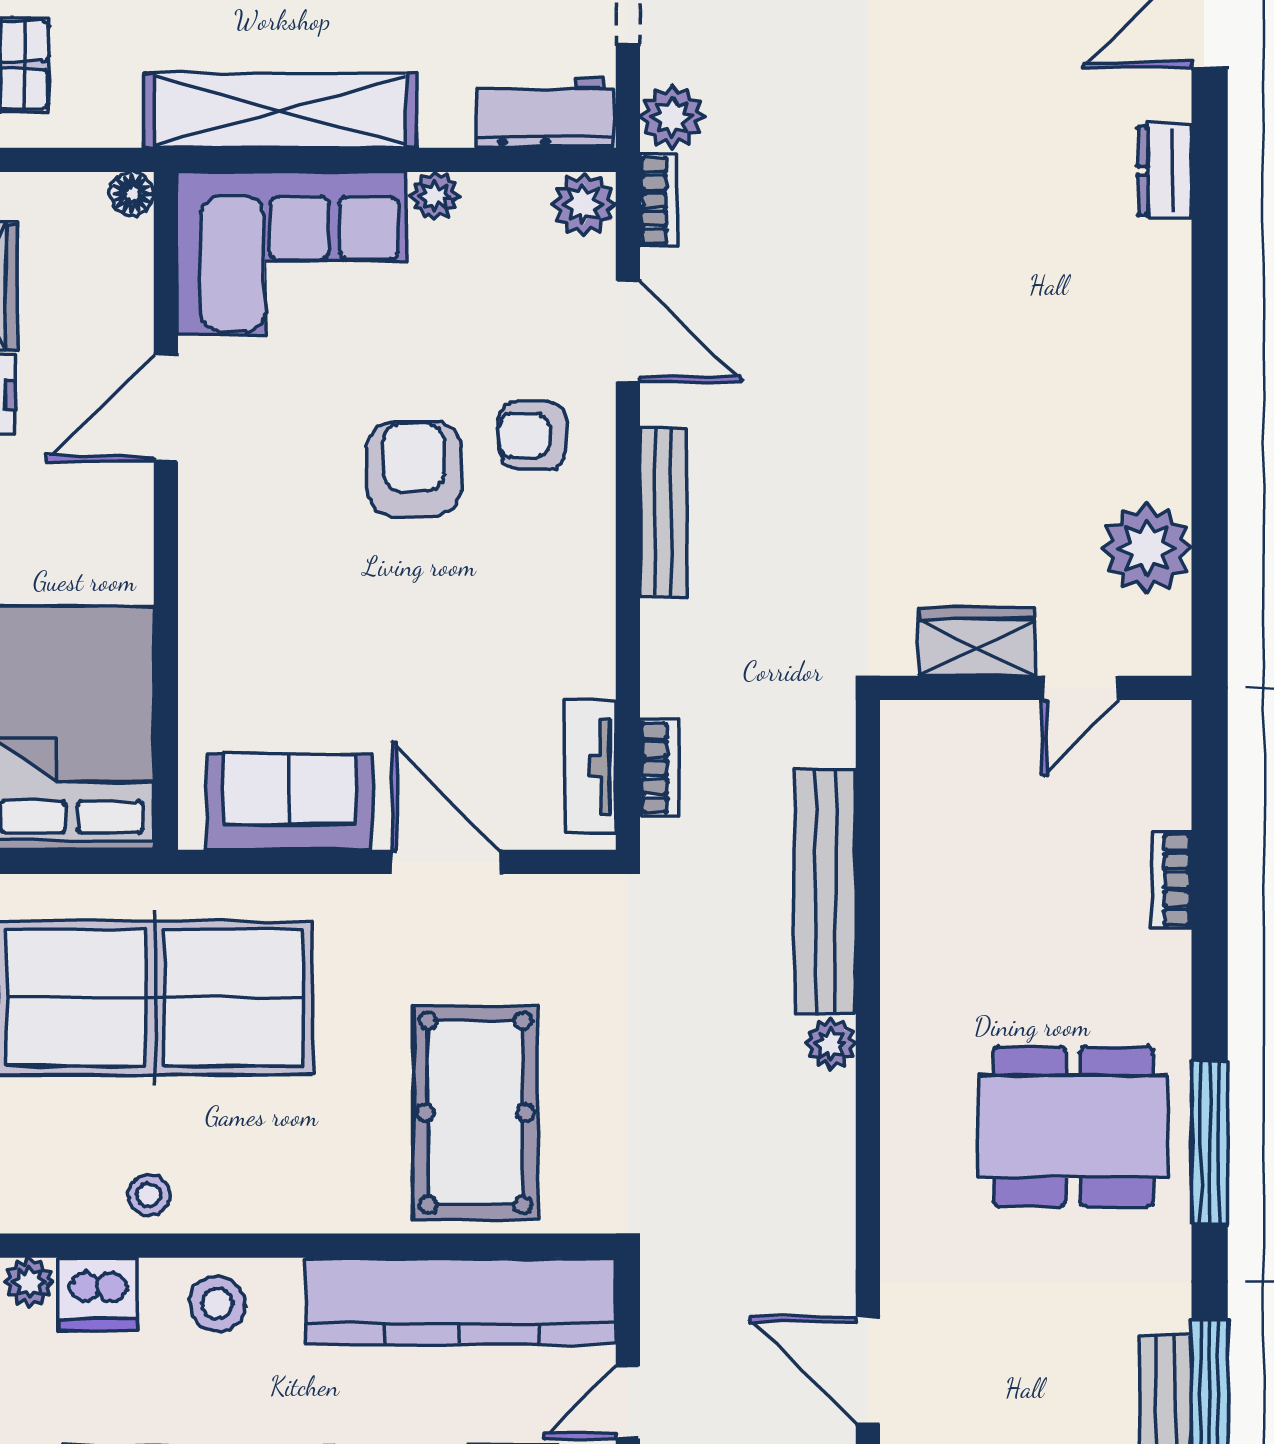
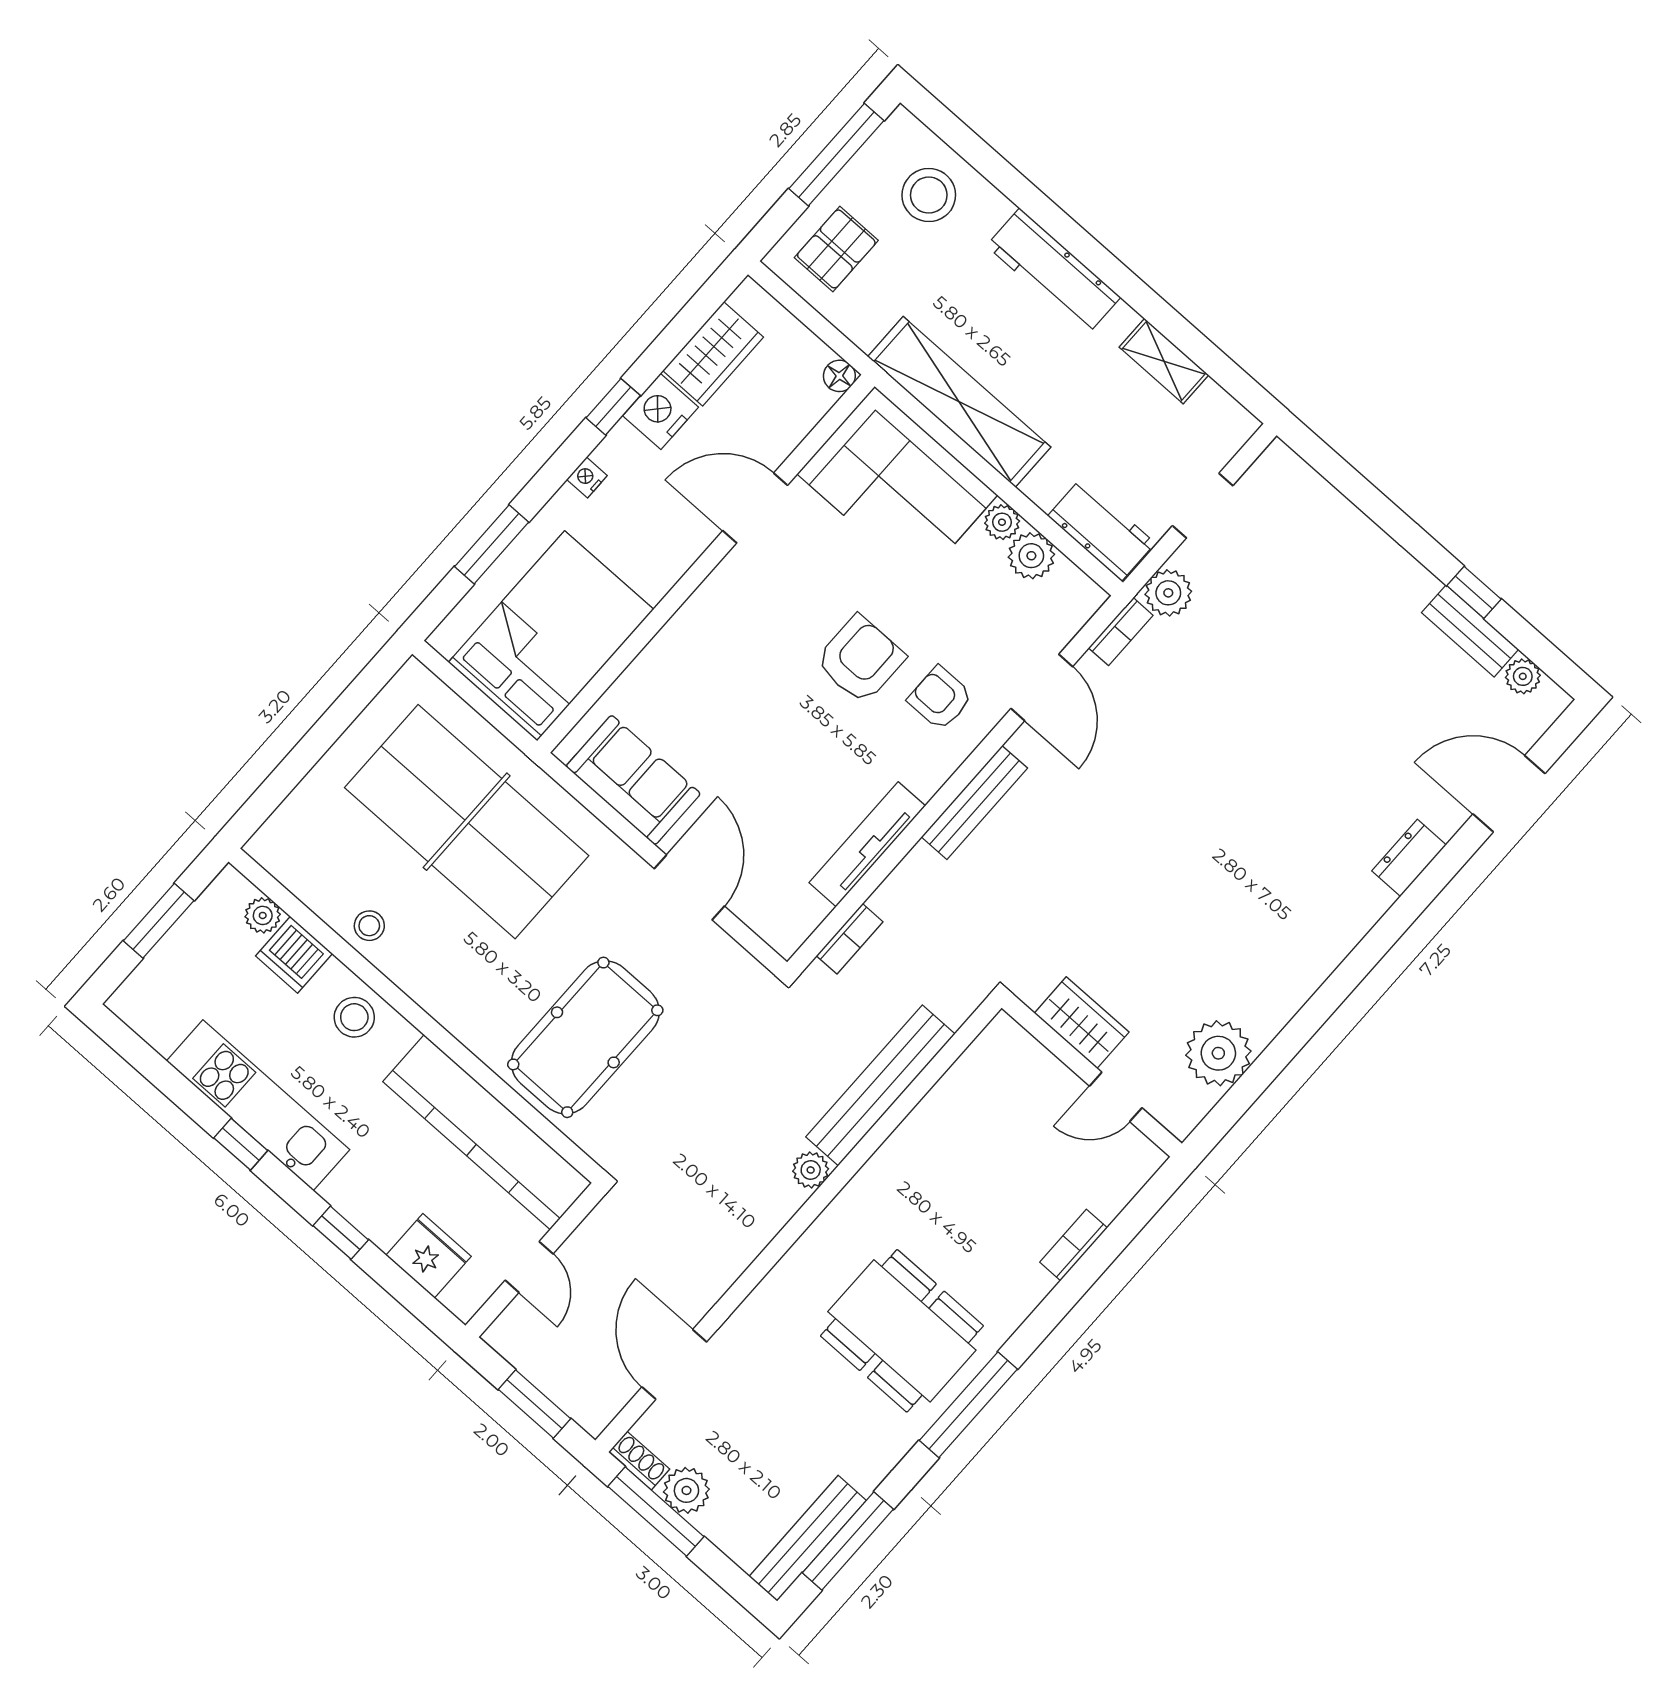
plant: (584, 204) -> (1031, 556), moved
tv unit: (591, 767) -> (867, 844), moved, width x1.41
door: (628, 1402) -> (529, 1267), swing flipped

